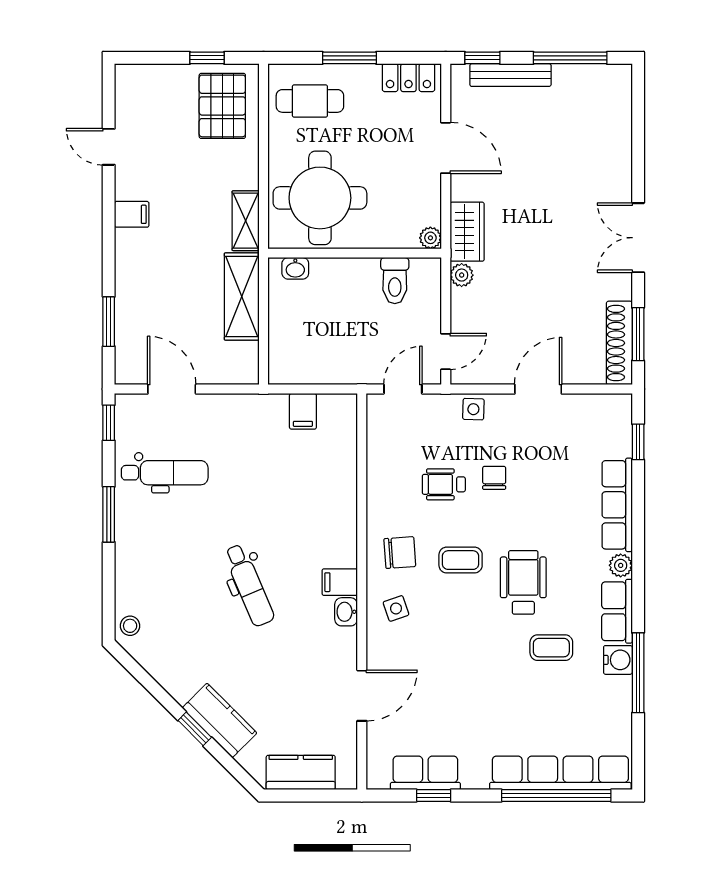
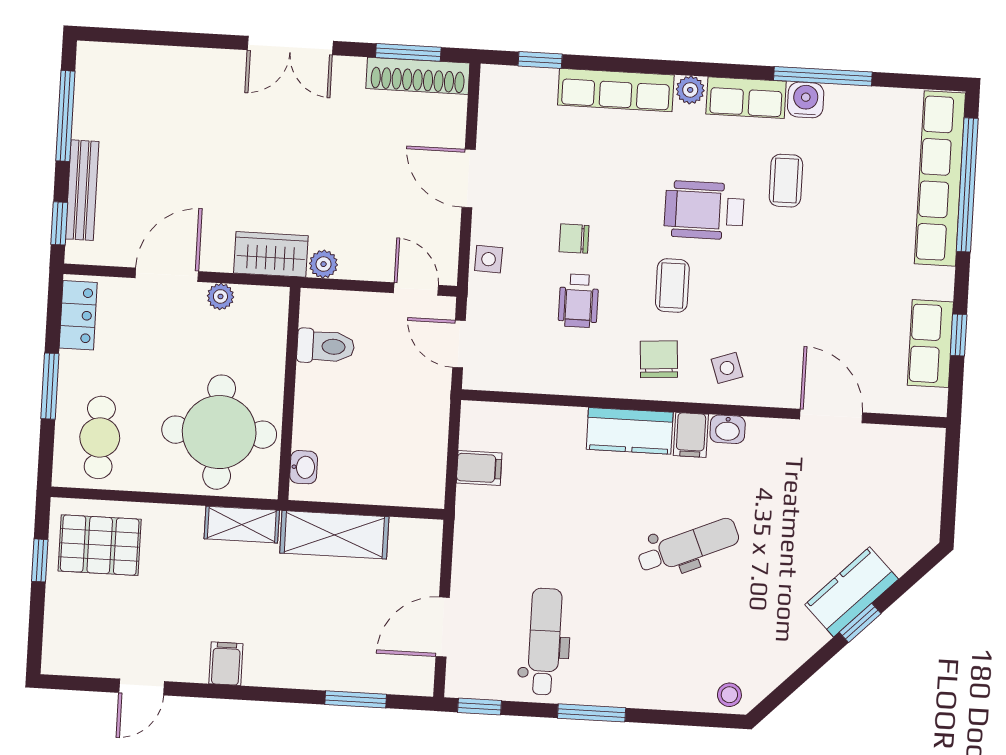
plant: (430, 238) -> (220, 296), moved
kitchen counter: (301, 772) -> (630, 431), moved, turned -90

